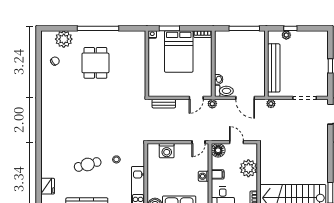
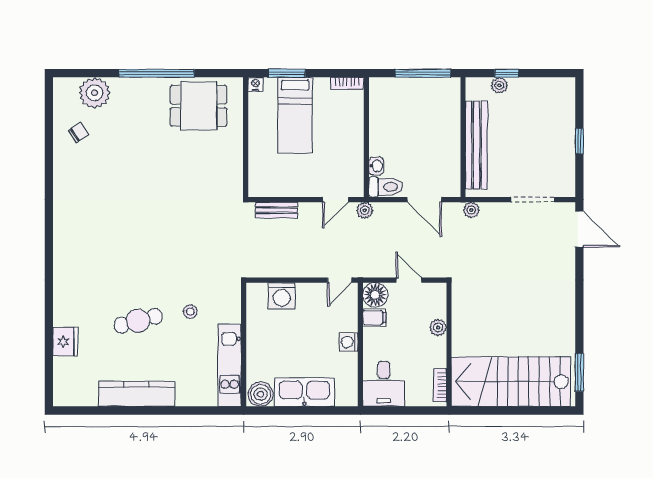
bed: (179, 51) -> (295, 115), width x0.67
dining table: (95, 63) -> (199, 106), moved, turned 90
plant: (248, 168) -> (438, 328), width x0.53, depth x0.53
filing cabinet: (218, 174) -> (374, 318), moved
fridge: (48, 186) -> (65, 342), moved

